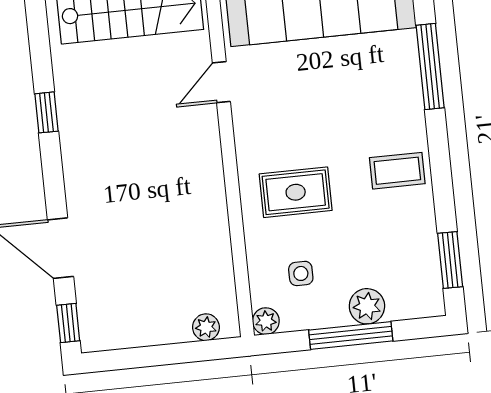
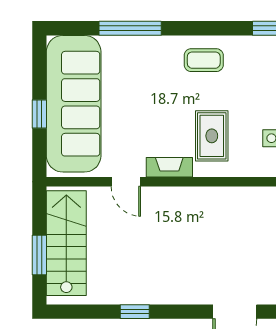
fireplace: (247, 139) -> (169, 167), added
coffee table: (397, 171) -> (204, 60), turned 90

